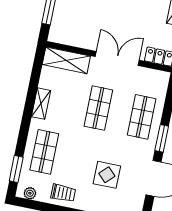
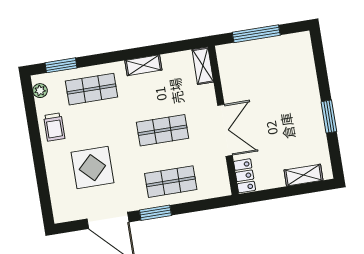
shelving: (66, 60) -> (203, 66), width x0.67, depth x0.75
display table: (107, 175) -> (92, 168), width x1.36, depth x1.36

